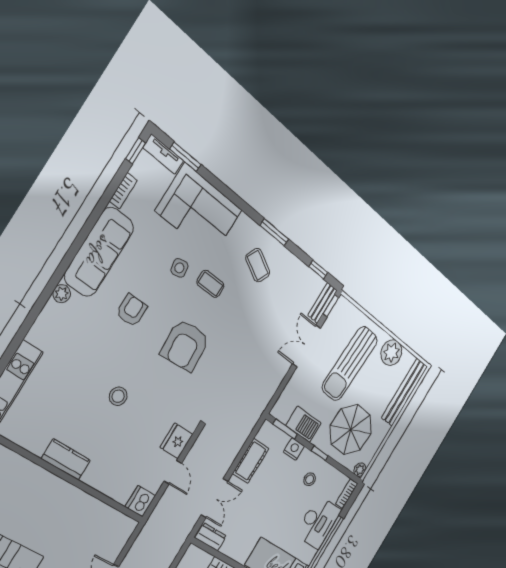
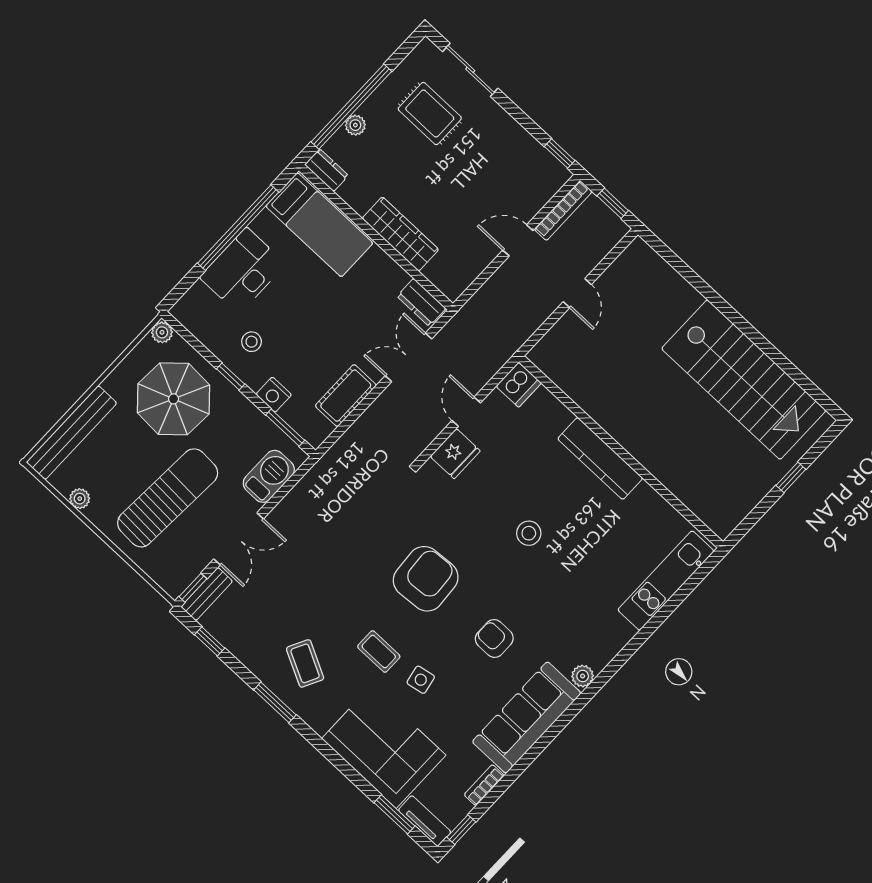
armchair: (132, 310) -> (494, 638), turned 90
plant: (391, 353) -> (80, 499), width x0.53, depth x0.53
barbecue: (303, 424) -> (269, 476), moved, turned 90
kitchen counter: (66, 459) -> (600, 458), width x1.50
bookcase: (347, 494) -> (189, 301), removed

